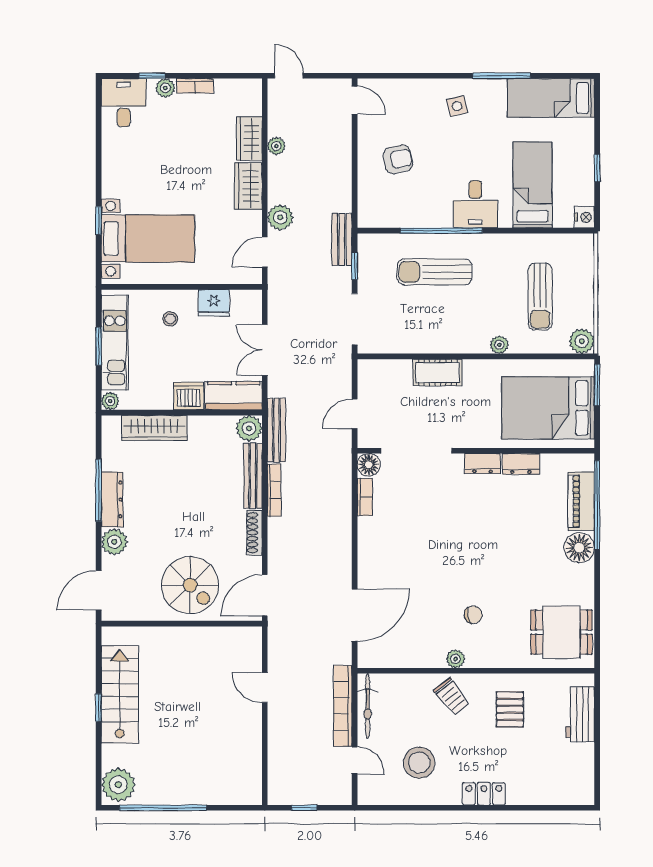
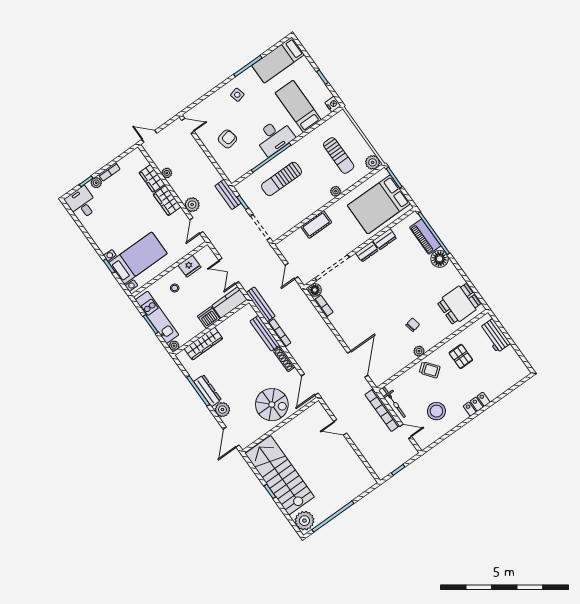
desk: (475, 204) -> (274, 137), width x1.37
plant: (249, 428) -> (247, 313), removed
stairs: (120, 694) -> (280, 475), width x1.36, depth x1.51

